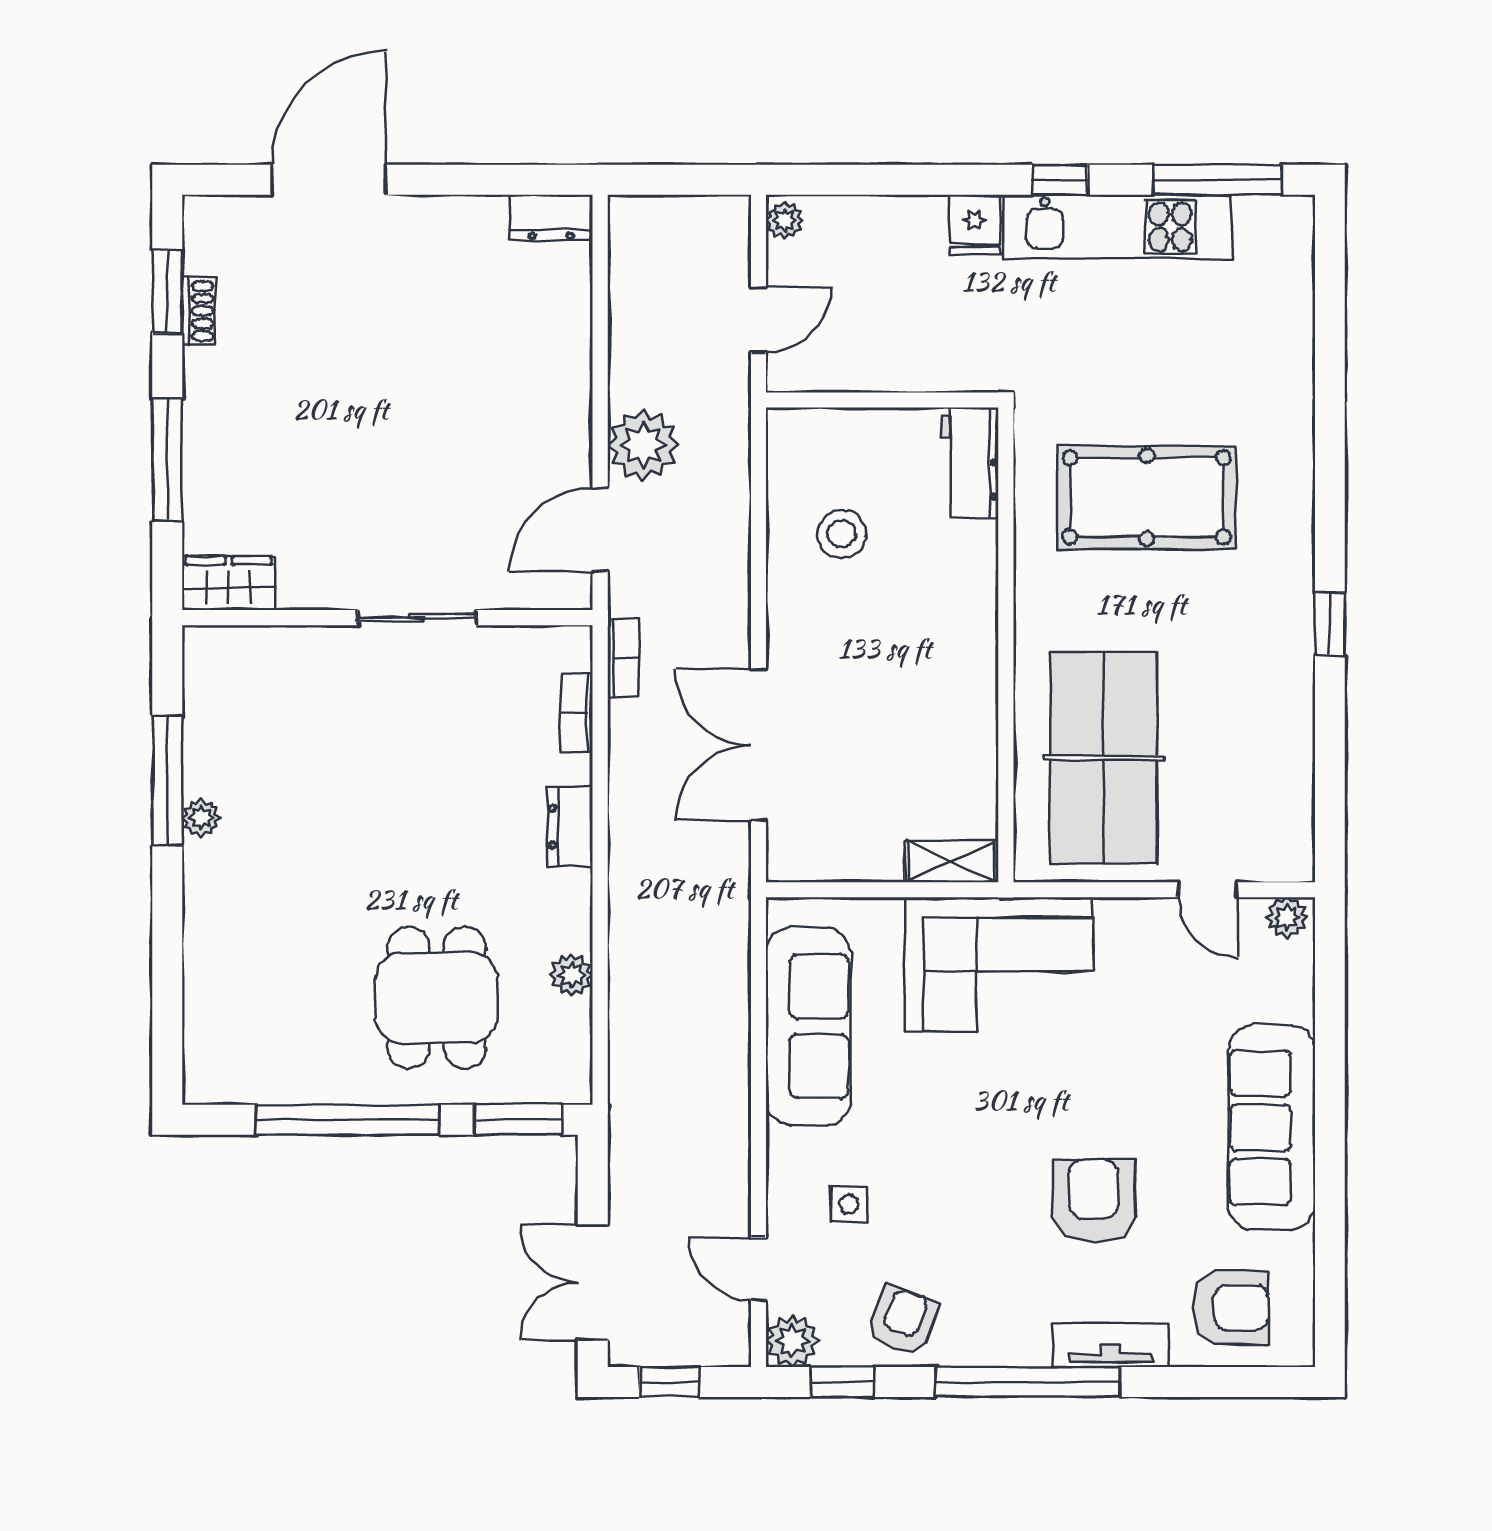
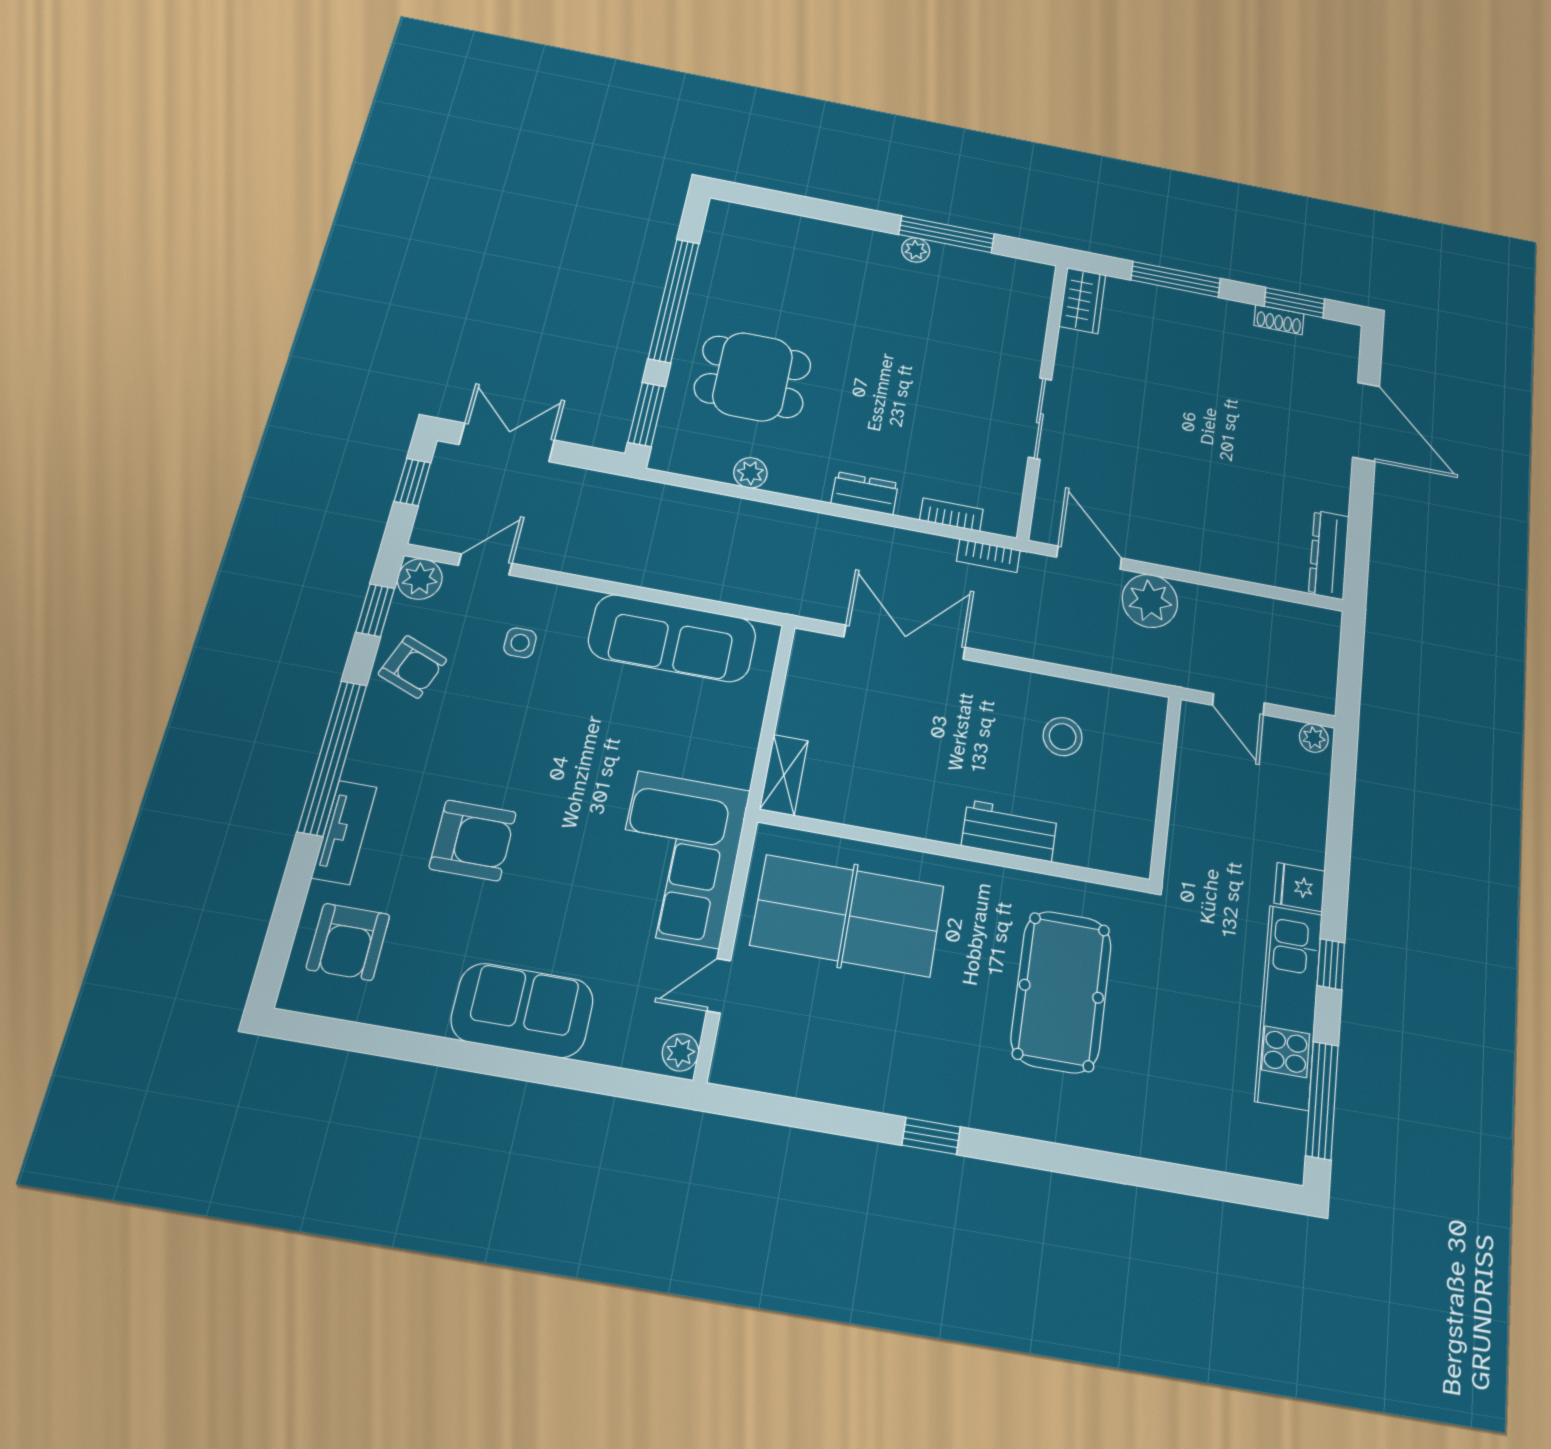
dresser: (551, 218) -> (1329, 555), width x1.44
workbench: (970, 463) -> (1009, 831), moved
corner sofa: (999, 965) -> (678, 859), moved
sofa: (1272, 1127) -> (522, 1010), width x0.73

